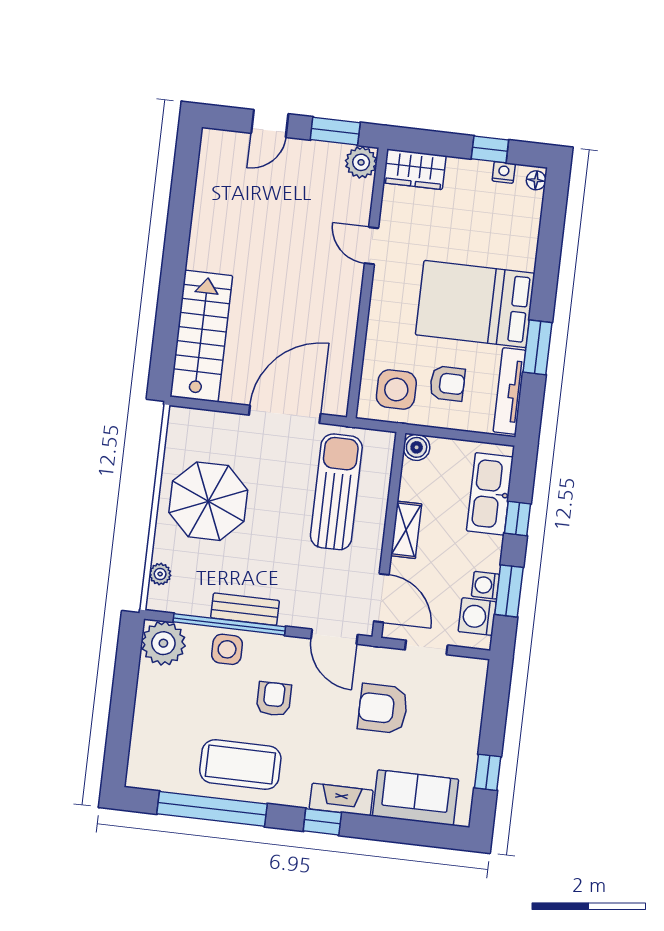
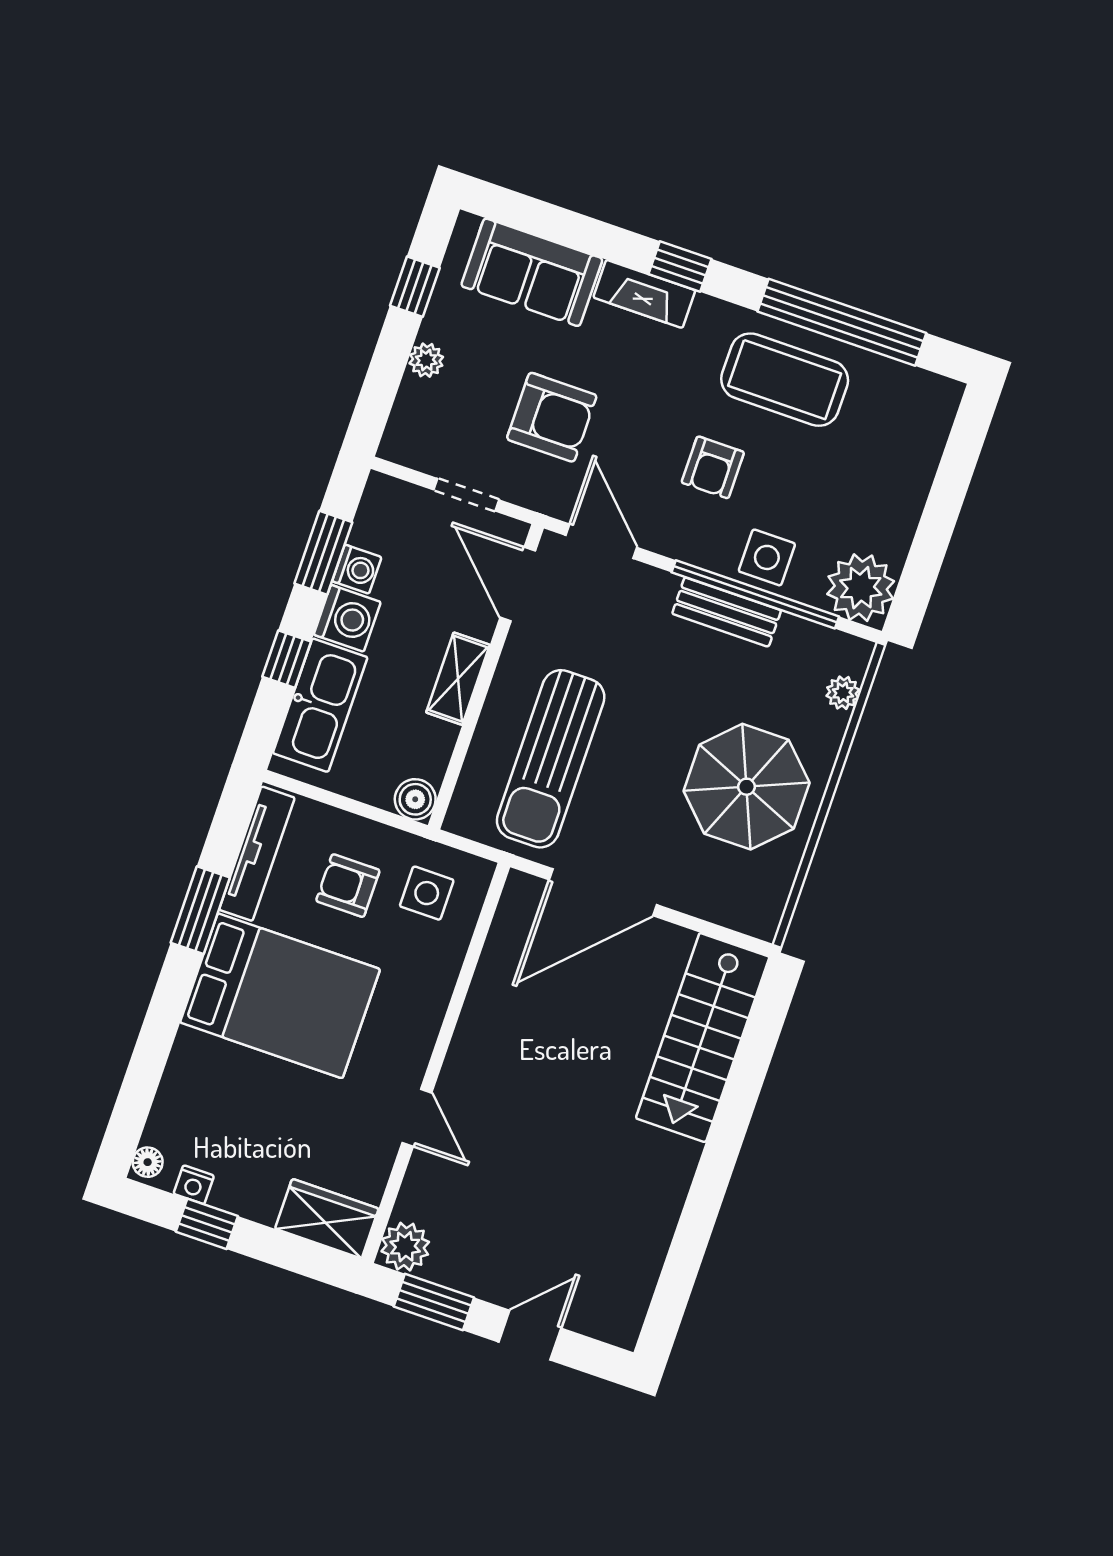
side table: (396, 389) -> (427, 893), width x0.73, depth x0.73
washing machine: (477, 617) -> (347, 618), moved
plant: (470, 727) -> (426, 360), added

